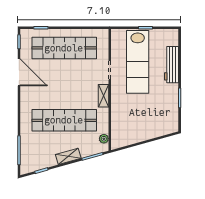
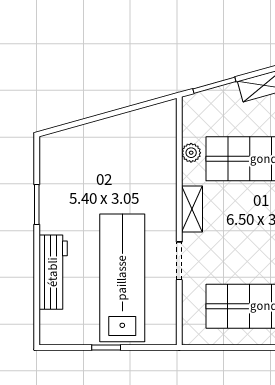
plant: (104, 139) -> (191, 153), moved

